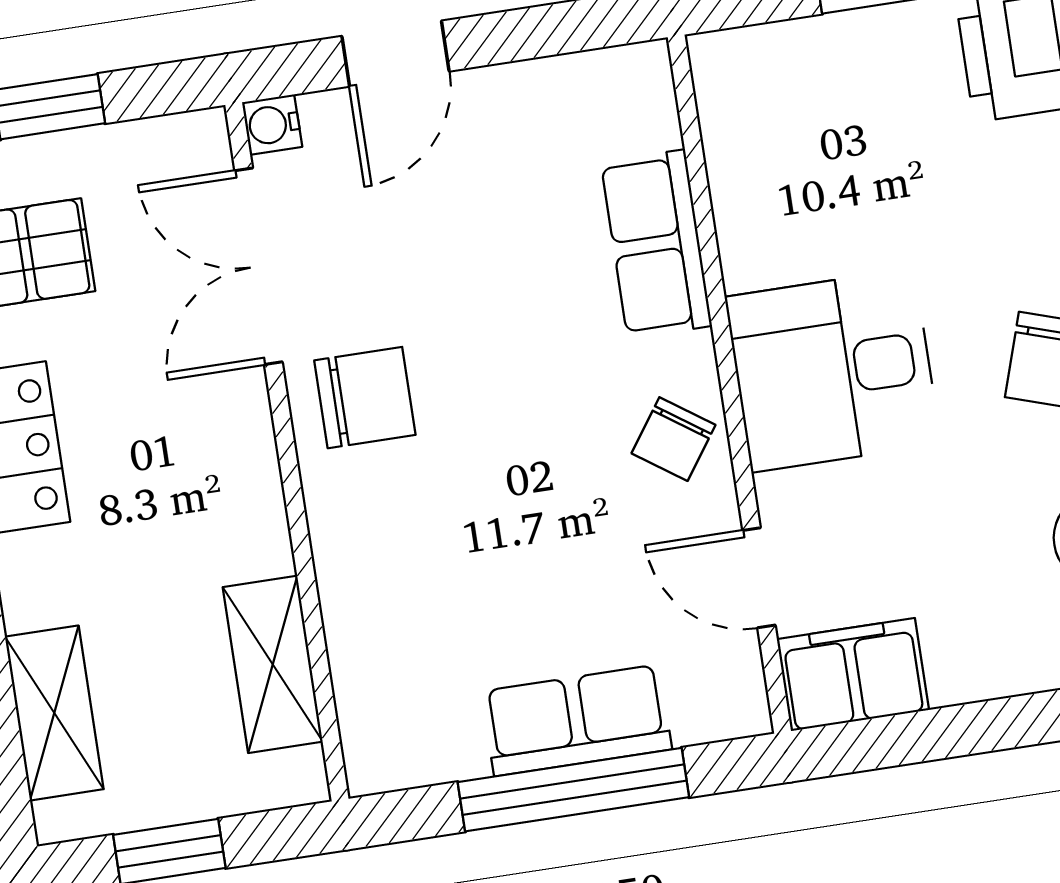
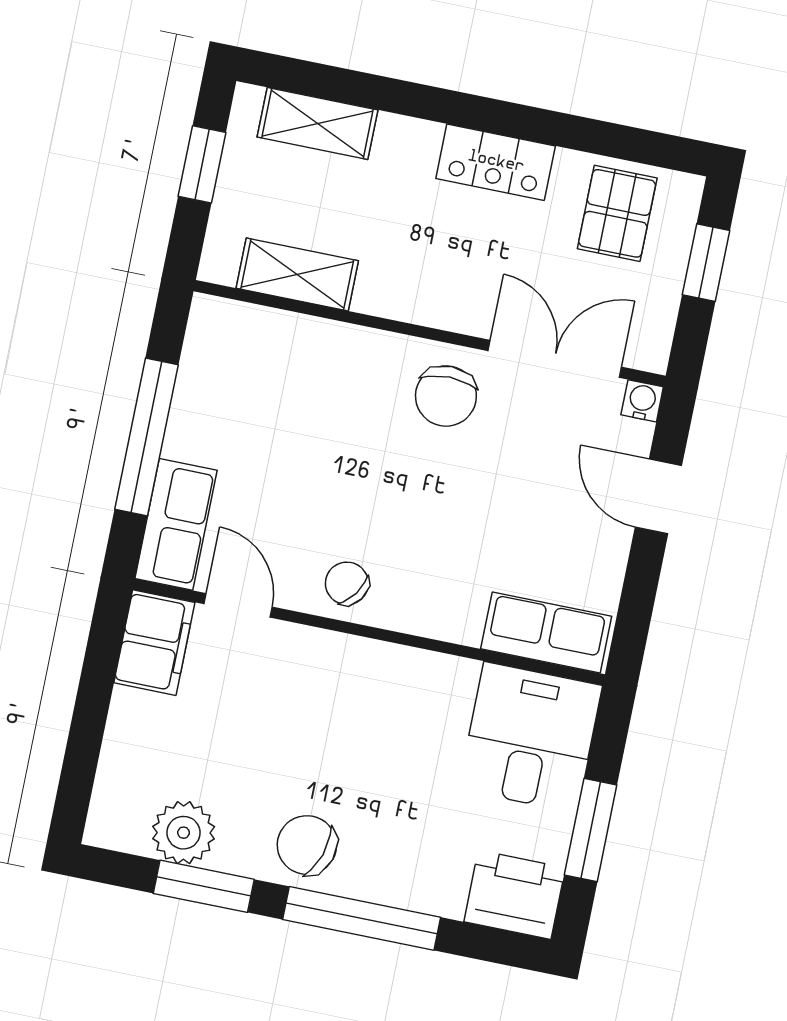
row of seats: (656, 244) -> (546, 633), moved
desk: (833, 370) -> (530, 737), moved
door: (759, 578) -> (238, 605), hinge flipped
row of seats: (577, 720) -> (176, 524), moved

